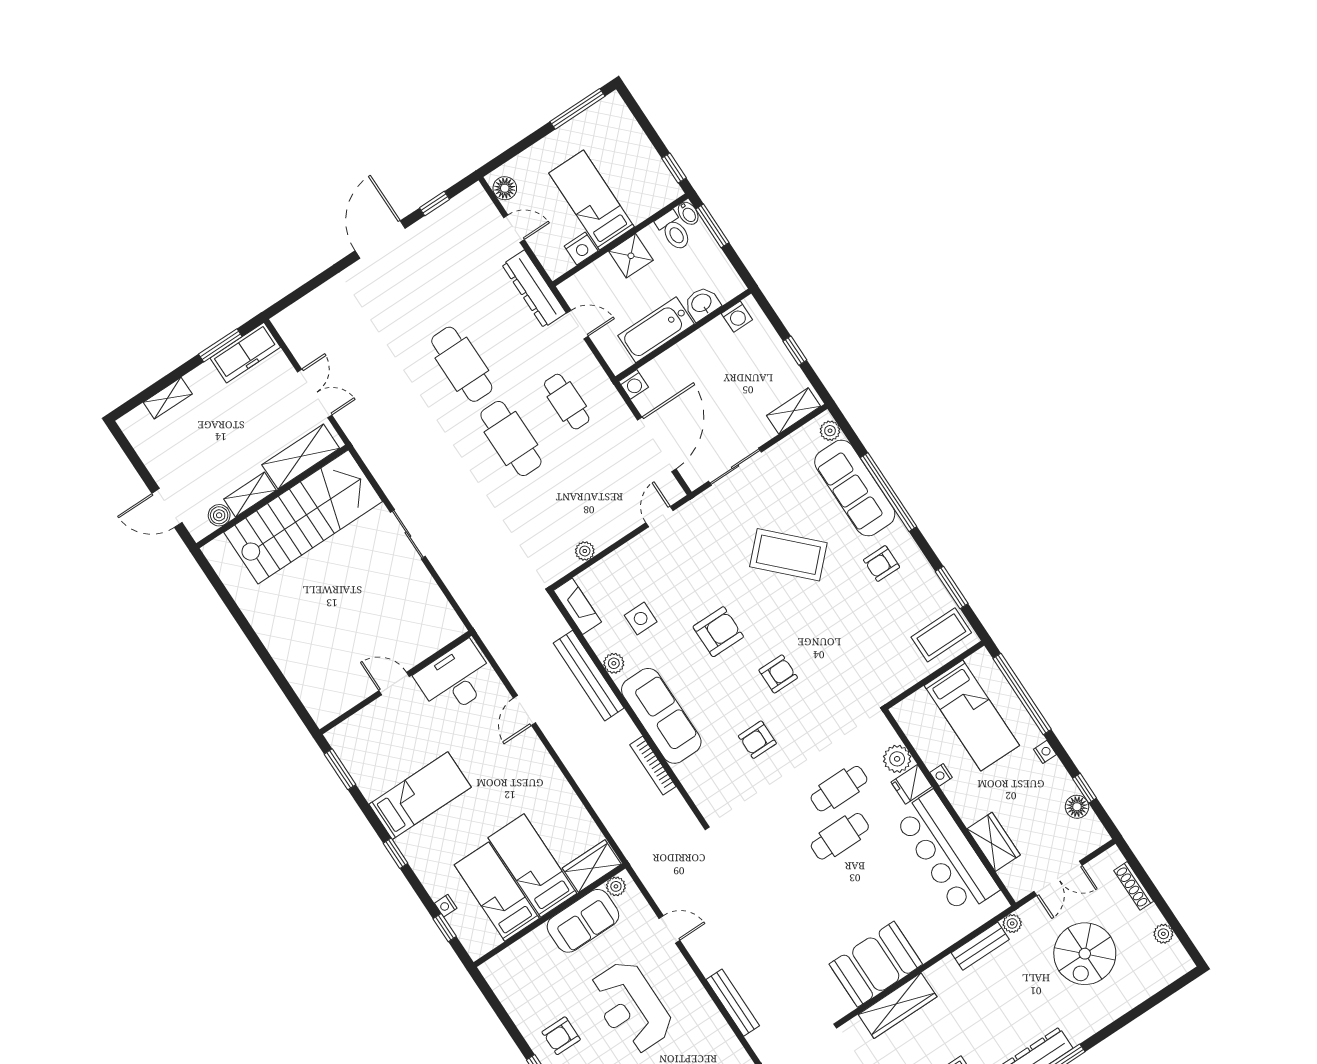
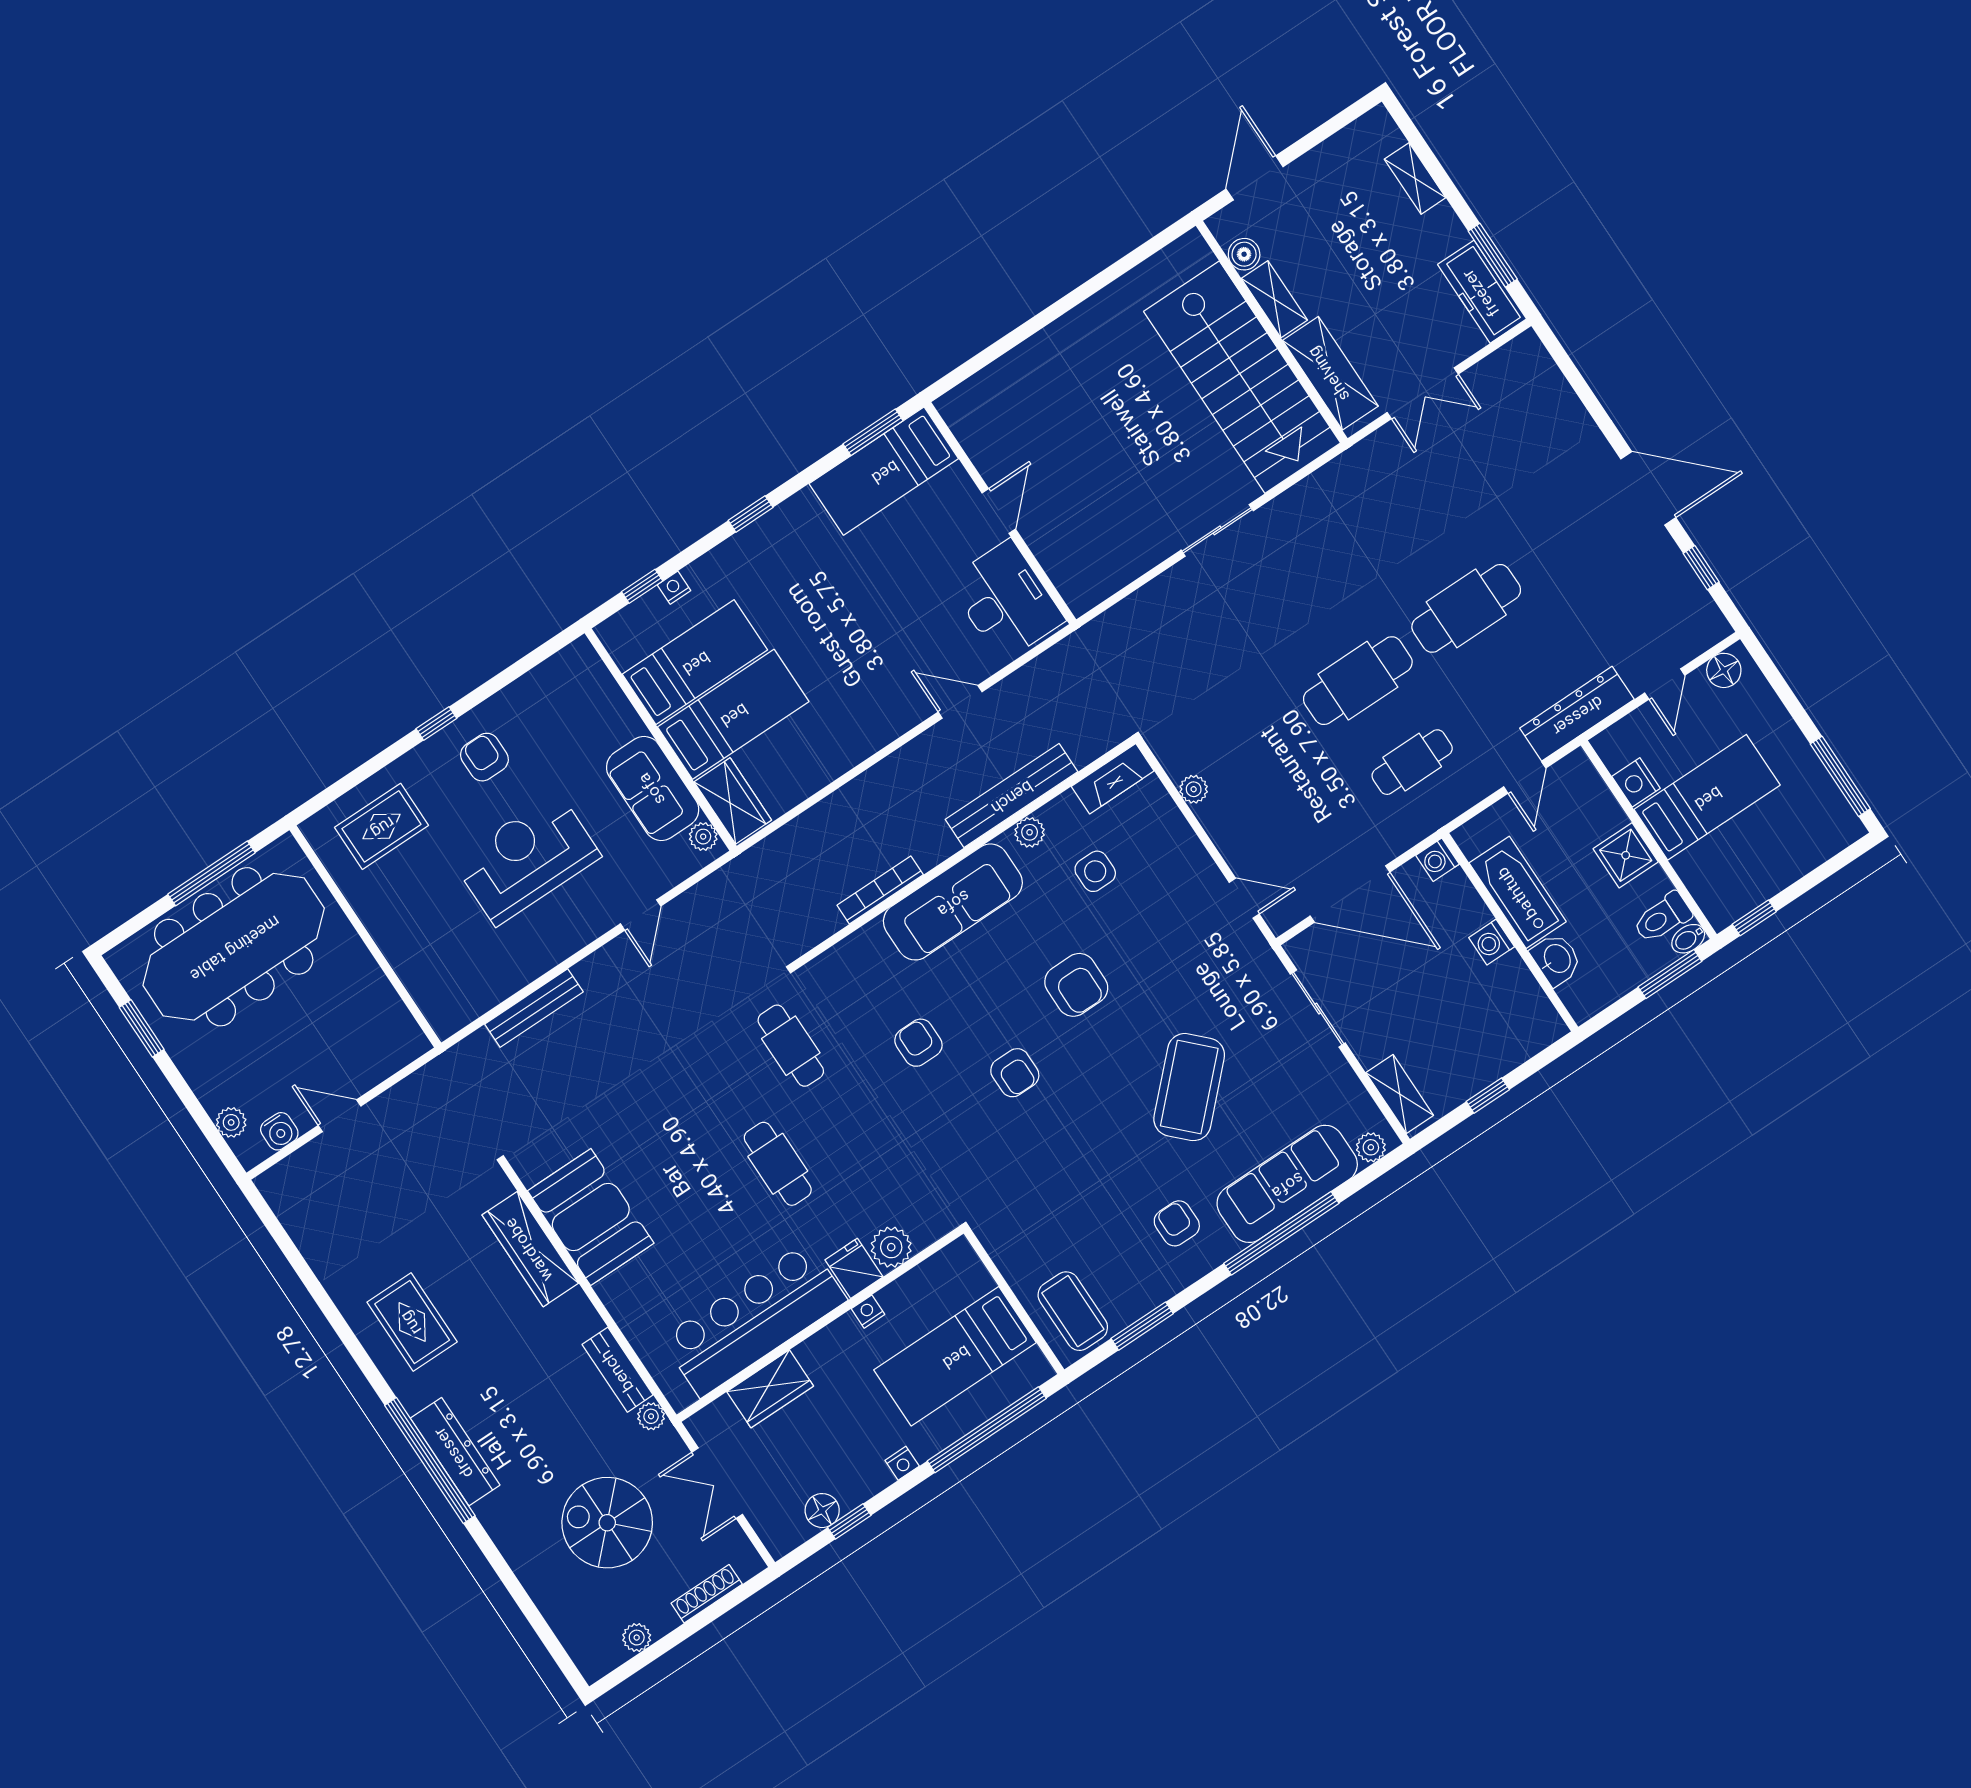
washing machine: (737, 317) -> (1492, 942), moved
cafe table: (839, 789) -> (791, 1046), moved
bed: (420, 796) -> (884, 471), moved, turned 90

